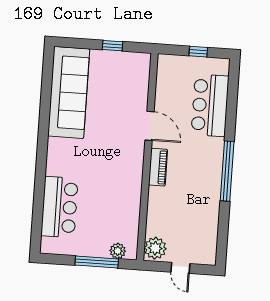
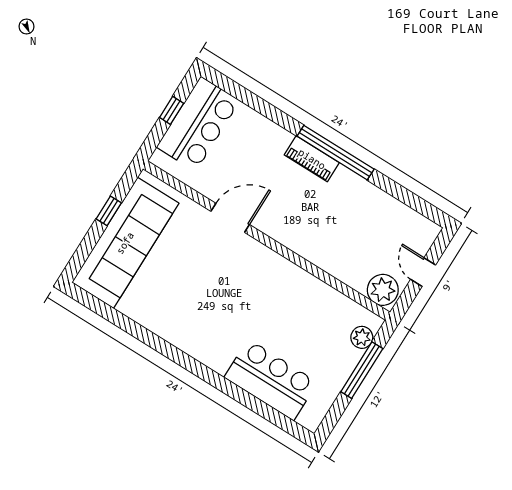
sofa: (69, 92) -> (125, 243), moved, turned 90
bar counter: (210, 105) -> (198, 124), moved, turned -90
piano: (158, 167) -> (312, 159), moved, turned 180
door: (180, 268) -> (423, 272), swing flipped

